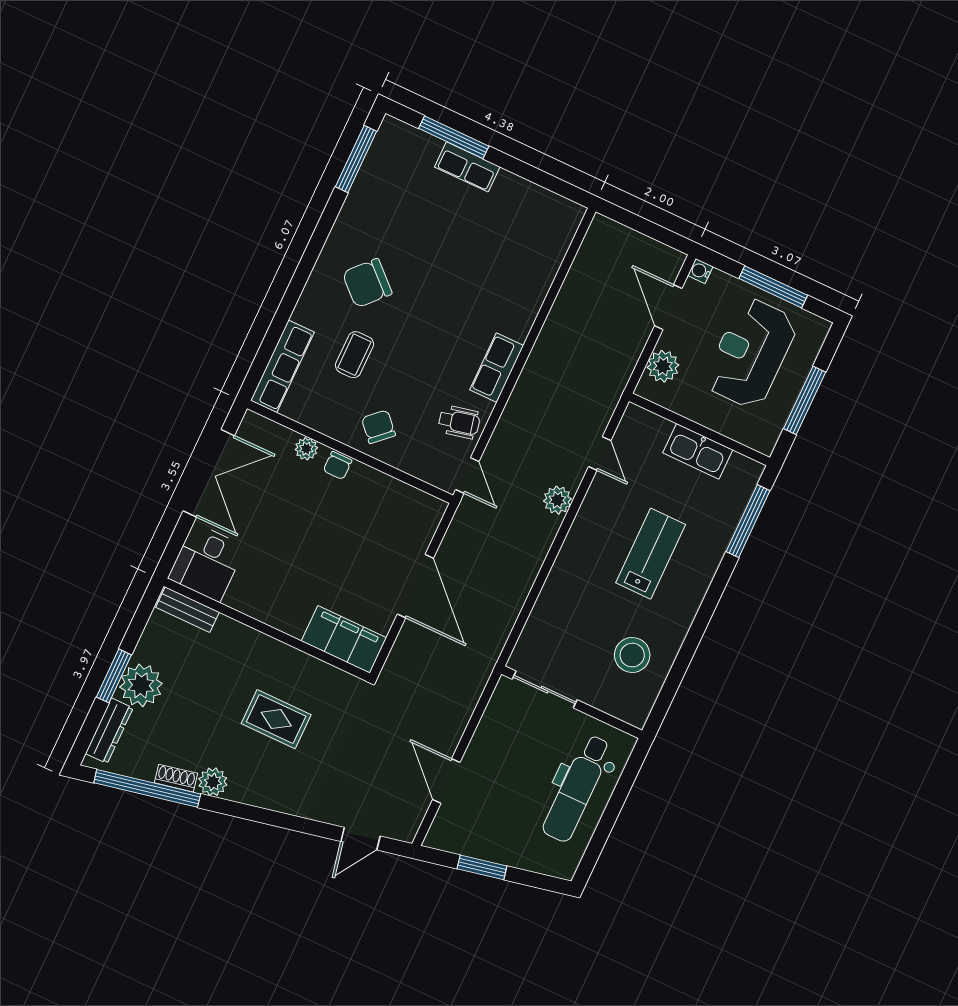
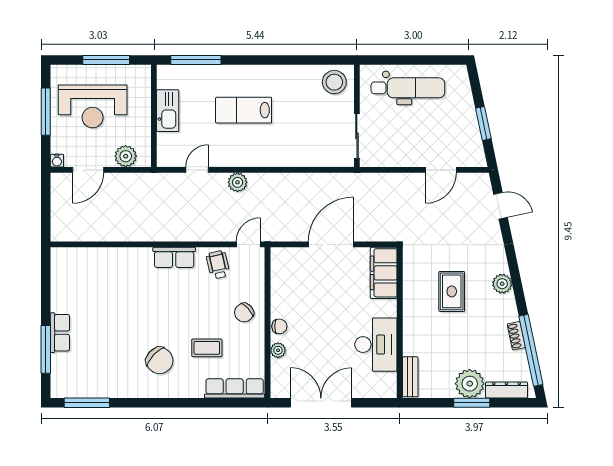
desk: (207, 562) -> (376, 345), moved, width x1.37
stool: (632, 655) -> (334, 82), moved
plant: (213, 782) -> (502, 284), moved

